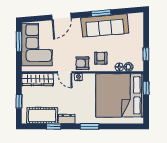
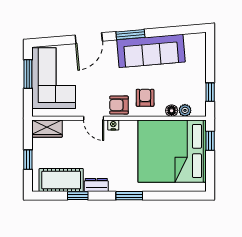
window: (101, 13) -> (130, 35), moved
wardrobe: (38, 80) -> (47, 129), width x0.67

